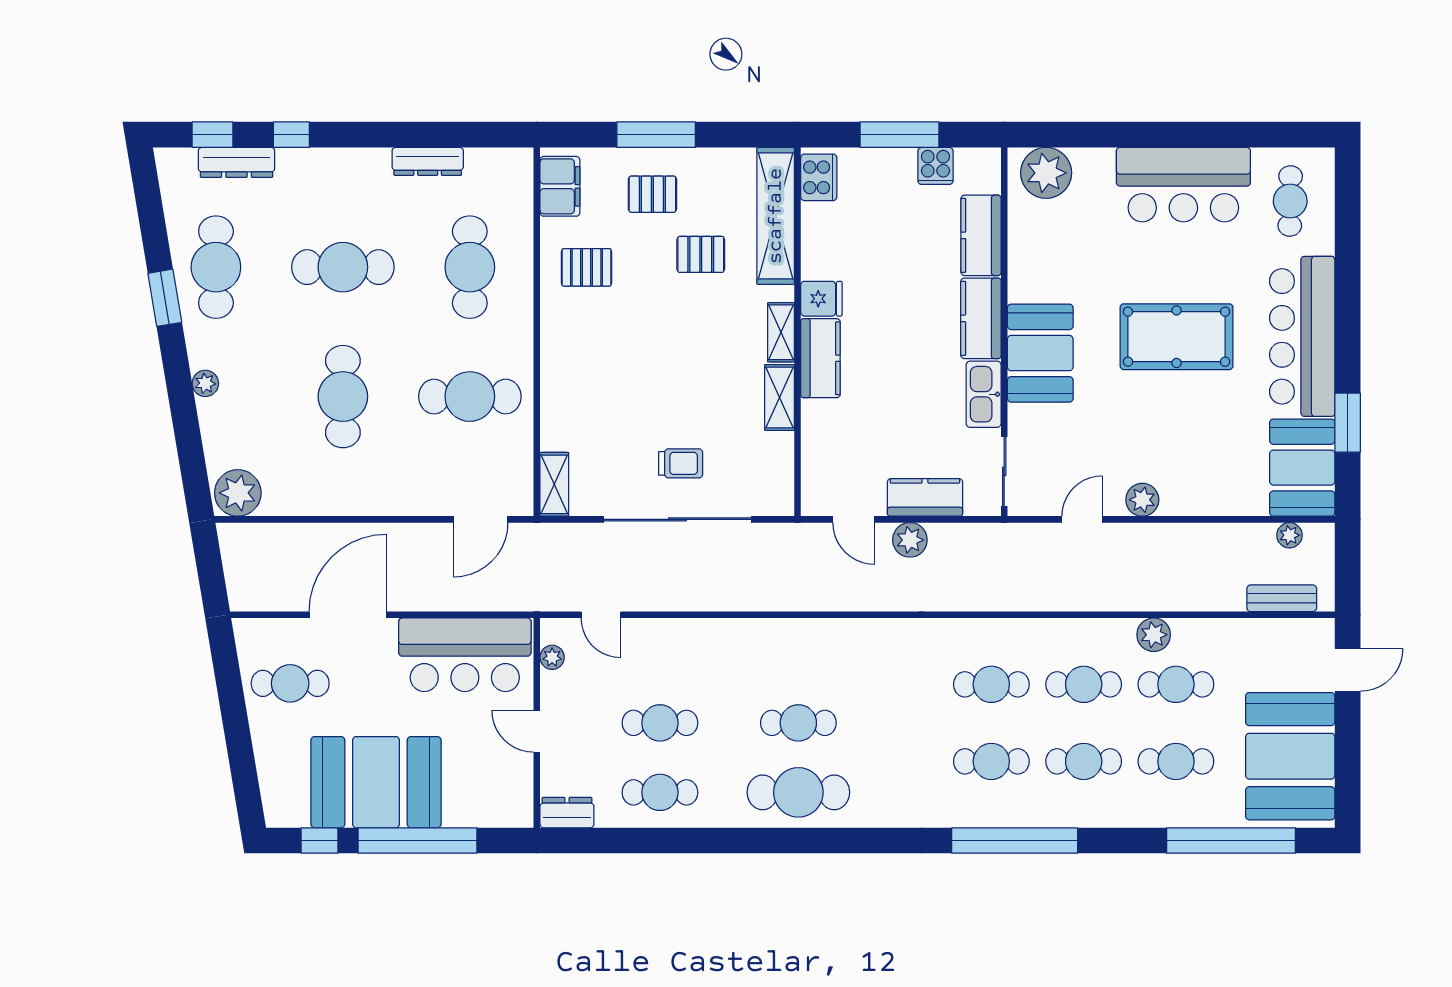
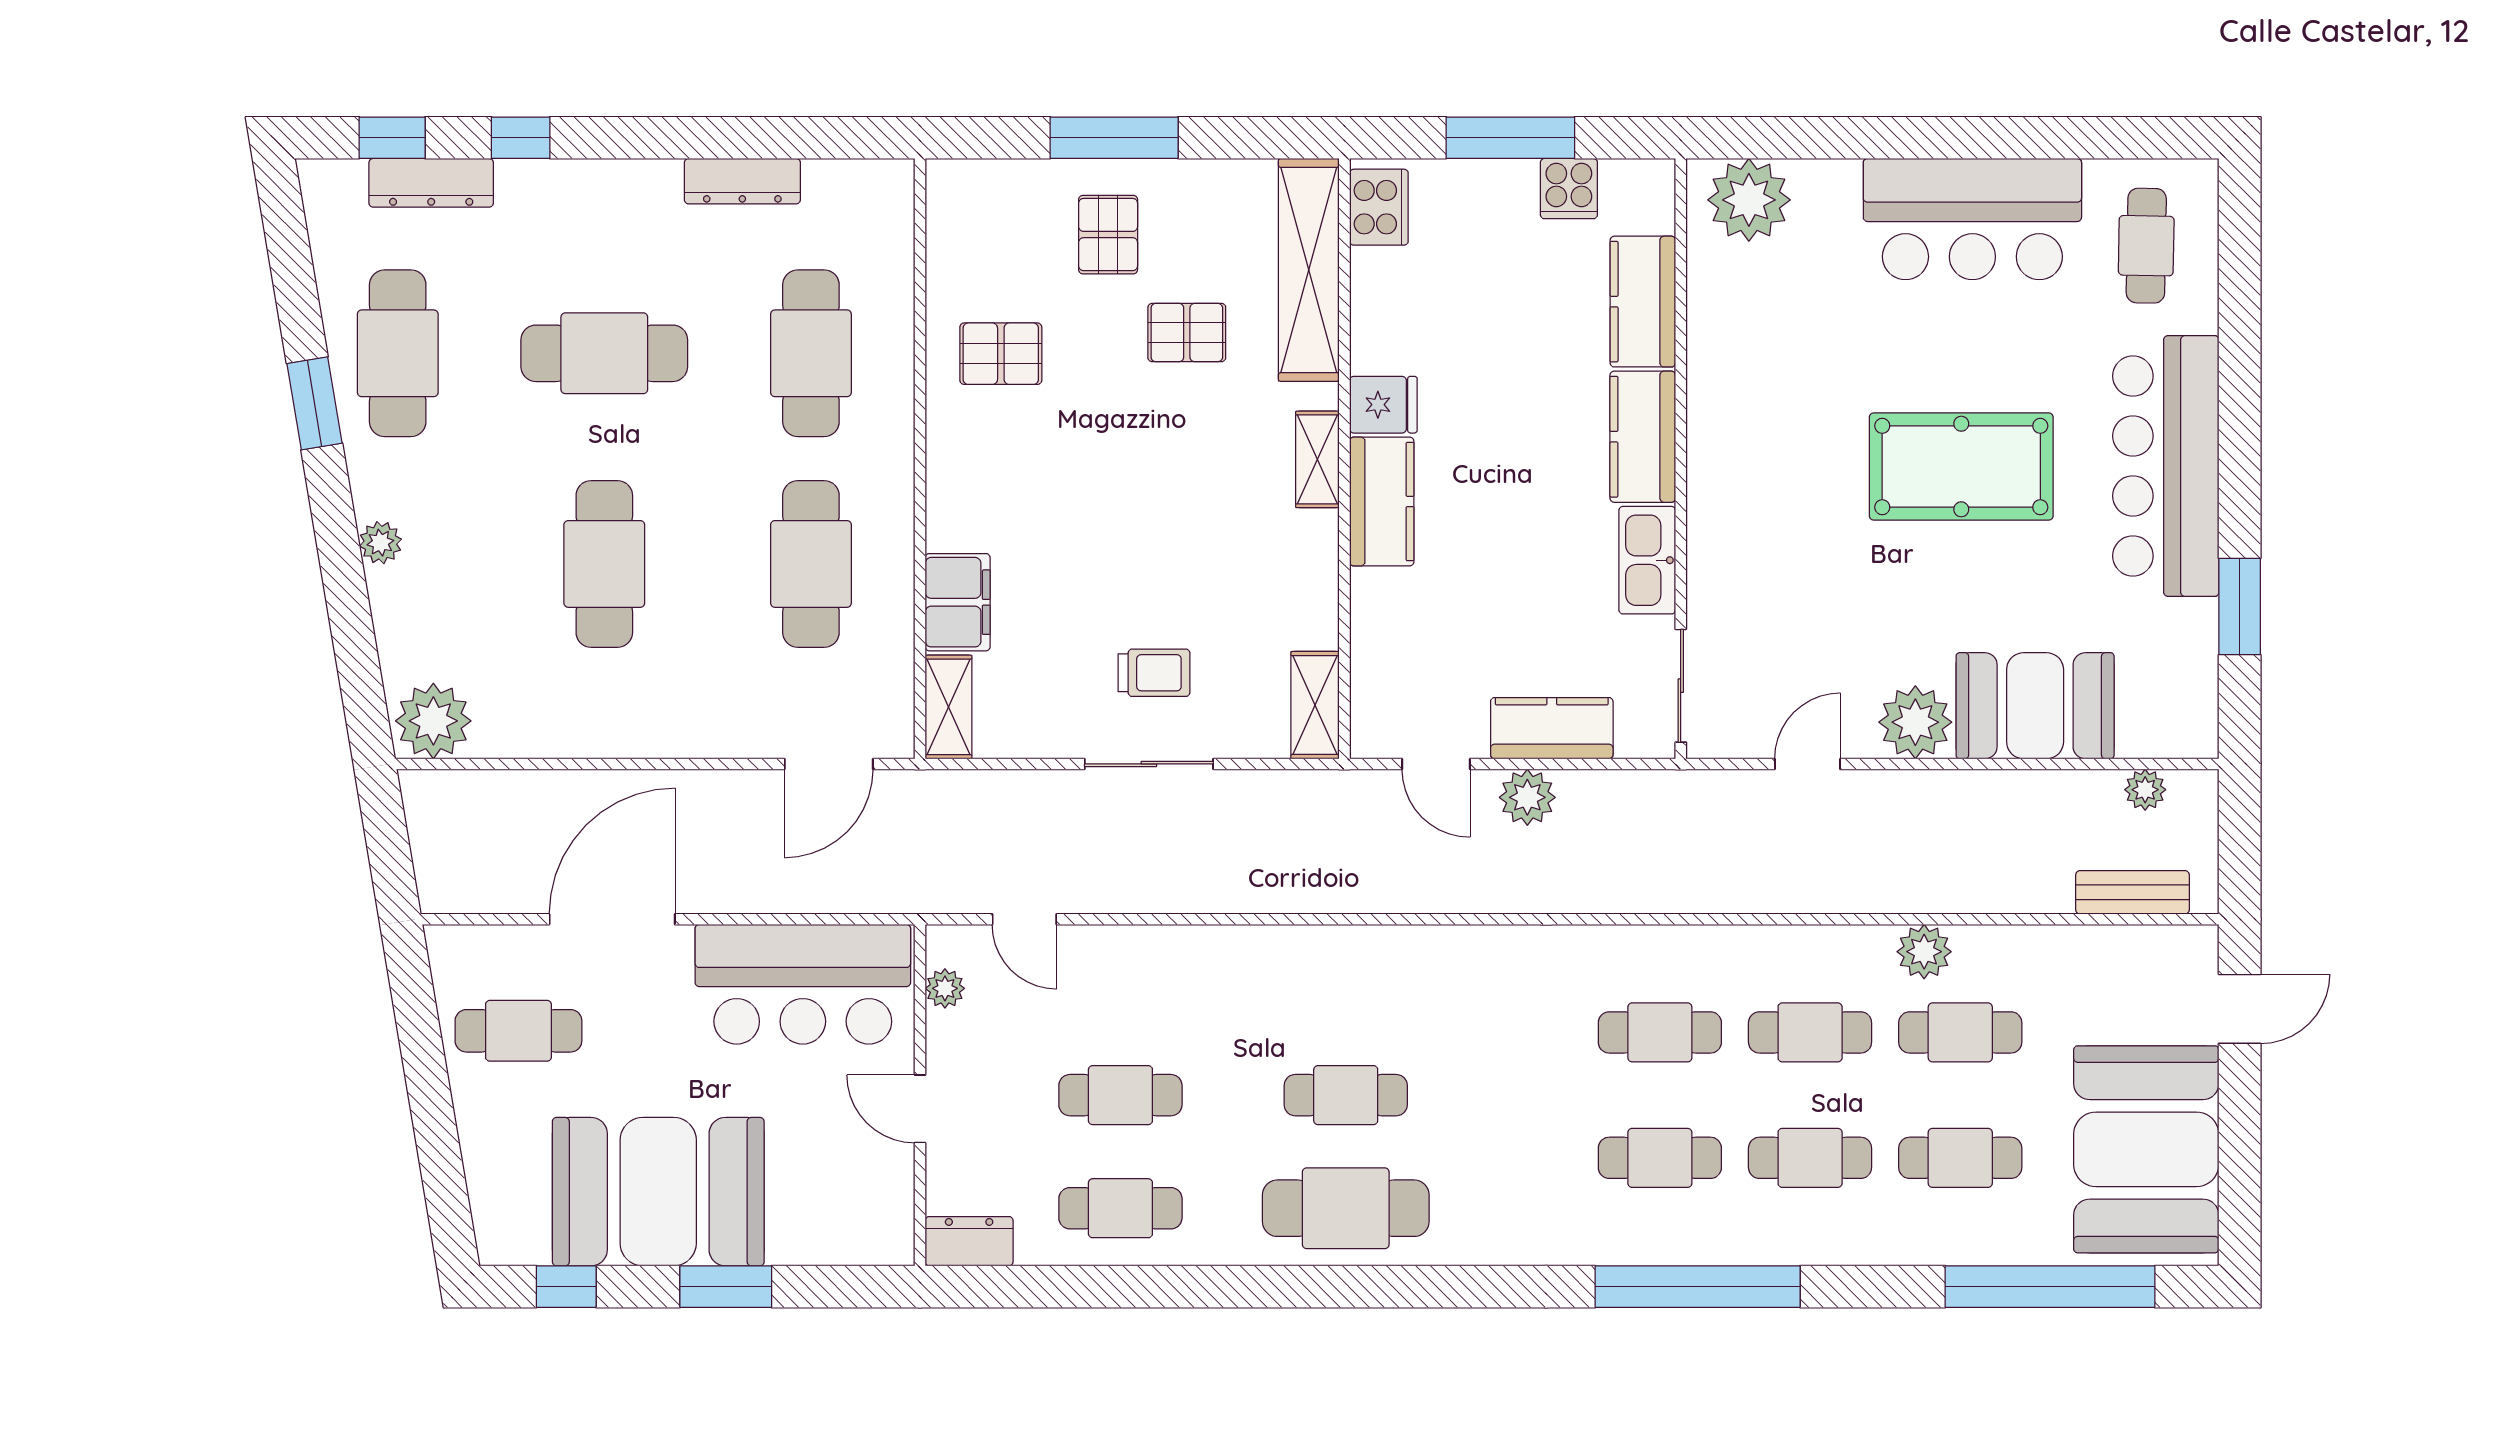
filing cabinet: (560, 186) -> (958, 602), moved
pallet: (652, 194) -> (1108, 235), turned 90
booth: (1040, 353) -> (1739, 493), removed
cafe table: (470, 397) -> (811, 564), turned 90
shelving: (780, 397) -> (1315, 705), moved
booth: (1302, 468) -> (2035, 706), moved, turned 90
plant: (1142, 500) -> (1915, 722), width x1.36, depth x1.36
sliding door: (677, 519) -> (1149, 764), width x0.54
window: (417, 841) -> (726, 1287), width x0.47

